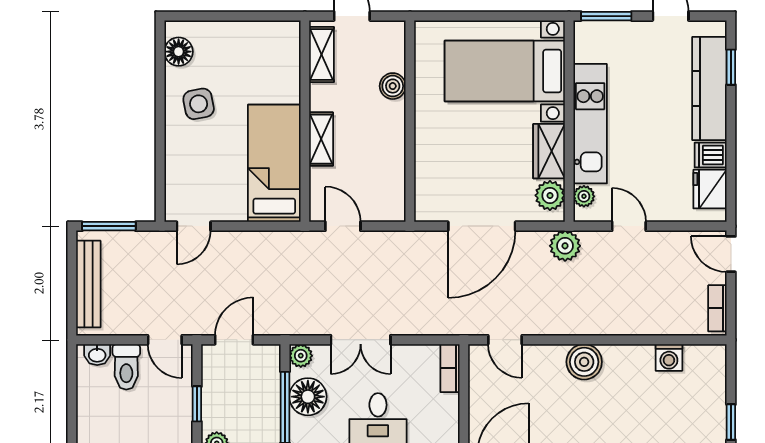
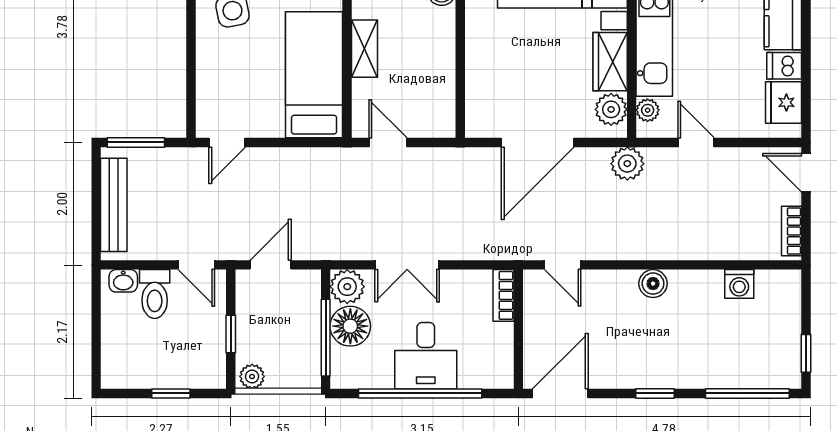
plant: (301, 356) -> (347, 287), width x1.38, depth x1.38
boiler: (584, 362) -> (653, 284), width x0.73, depth x0.73

